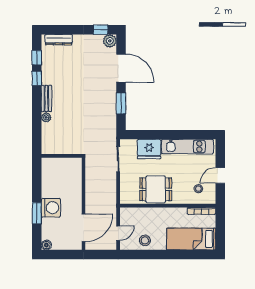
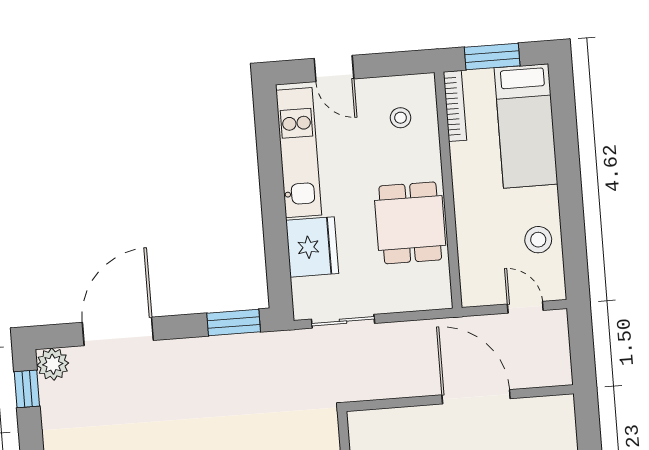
window: (121, 103) -> (234, 322), moved
door: (220, 175) -> (334, 69), moved
window: (220, 227) -> (492, 56), added
door: (83, 228) -> (476, 397), moved

